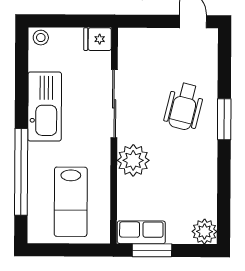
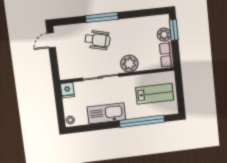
window: (224, 119) -> (102, 17), width x1.44
plant: (204, 231) -> (164, 35), moved
window: (152, 250) -> (174, 30), moved

